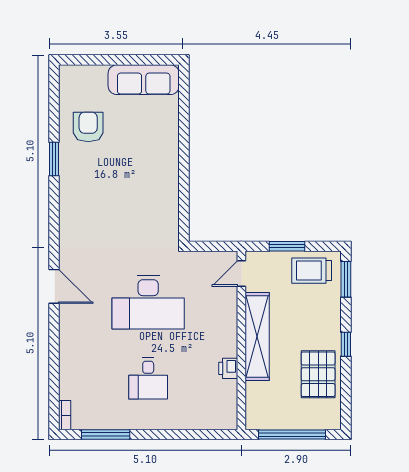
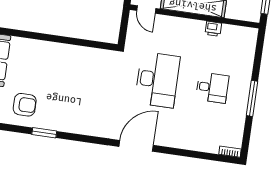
armchair: (88, 127) -> (25, 105), turned 180
door: (54, 286) -> (136, 146), width x1.36
window: (106, 434) -> (252, 98), moved

